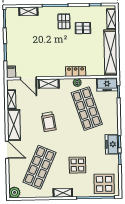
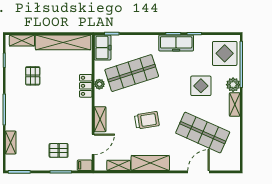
pallet: (64, 21) -> (59, 150), moved
freezer: (112, 144) -> (176, 43), width x1.40
door: (7, 150) -> (199, 172), moved
plant: (15, 192) -> (233, 85), moved

